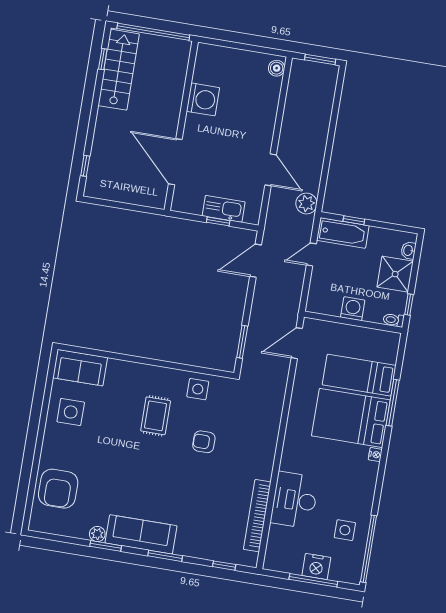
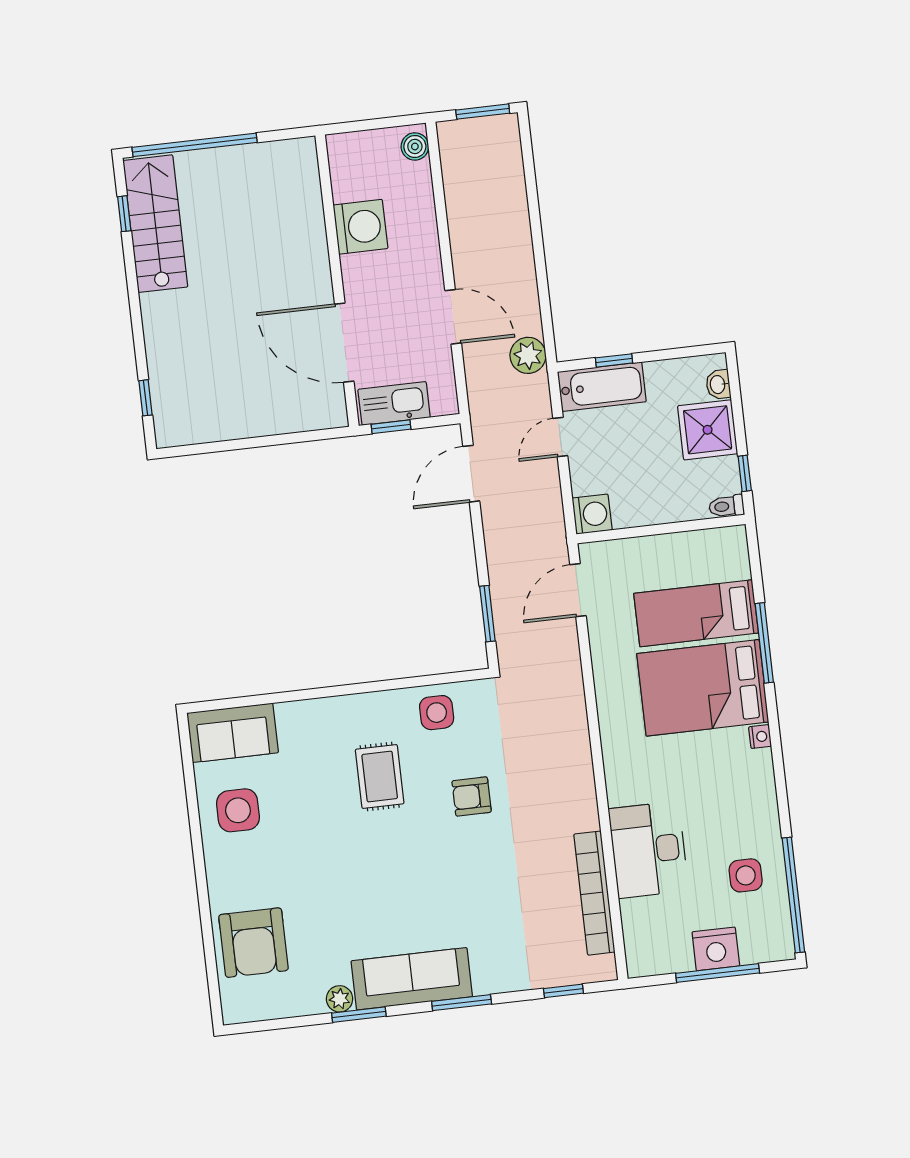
washing machine: (203, 99) -> (360, 227), moved
wall: (181, 126) -> (337, 281), moved
door: (175, 162) -> (344, 343), moved
washing machine: (353, 309) -> (592, 514), moved, turned 90

